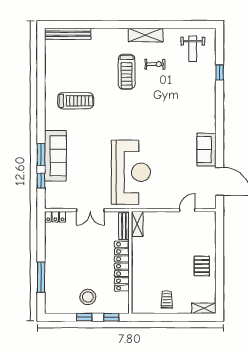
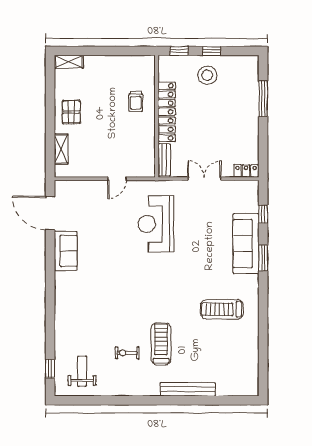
bench: (68, 34) -> (188, 389), moved
shelving: (146, 35) -> (138, 388), removed
window: (220, 72) -> (50, 369), moved
window: (41, 155) -> (263, 258), moved
reception desk: (131, 172) -> (156, 224), width x0.74, depth x0.77
door: (187, 210) -> (117, 179), moved
shelving: (137, 224) -> (61, 149), moved
trolley: (167, 300) -> (136, 101), moved

